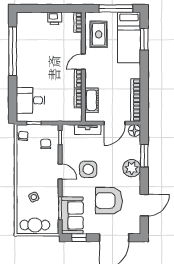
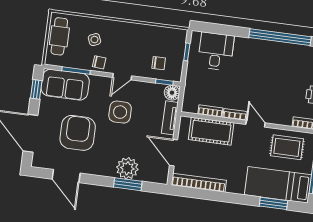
cot: (92, 100) -> (211, 131), width x1.37, depth x1.34
floor lamp: (134, 131) -> (172, 93), moved
chair: (23, 136) -> (99, 62), moved
plant: (132, 168) -> (127, 168), moved

